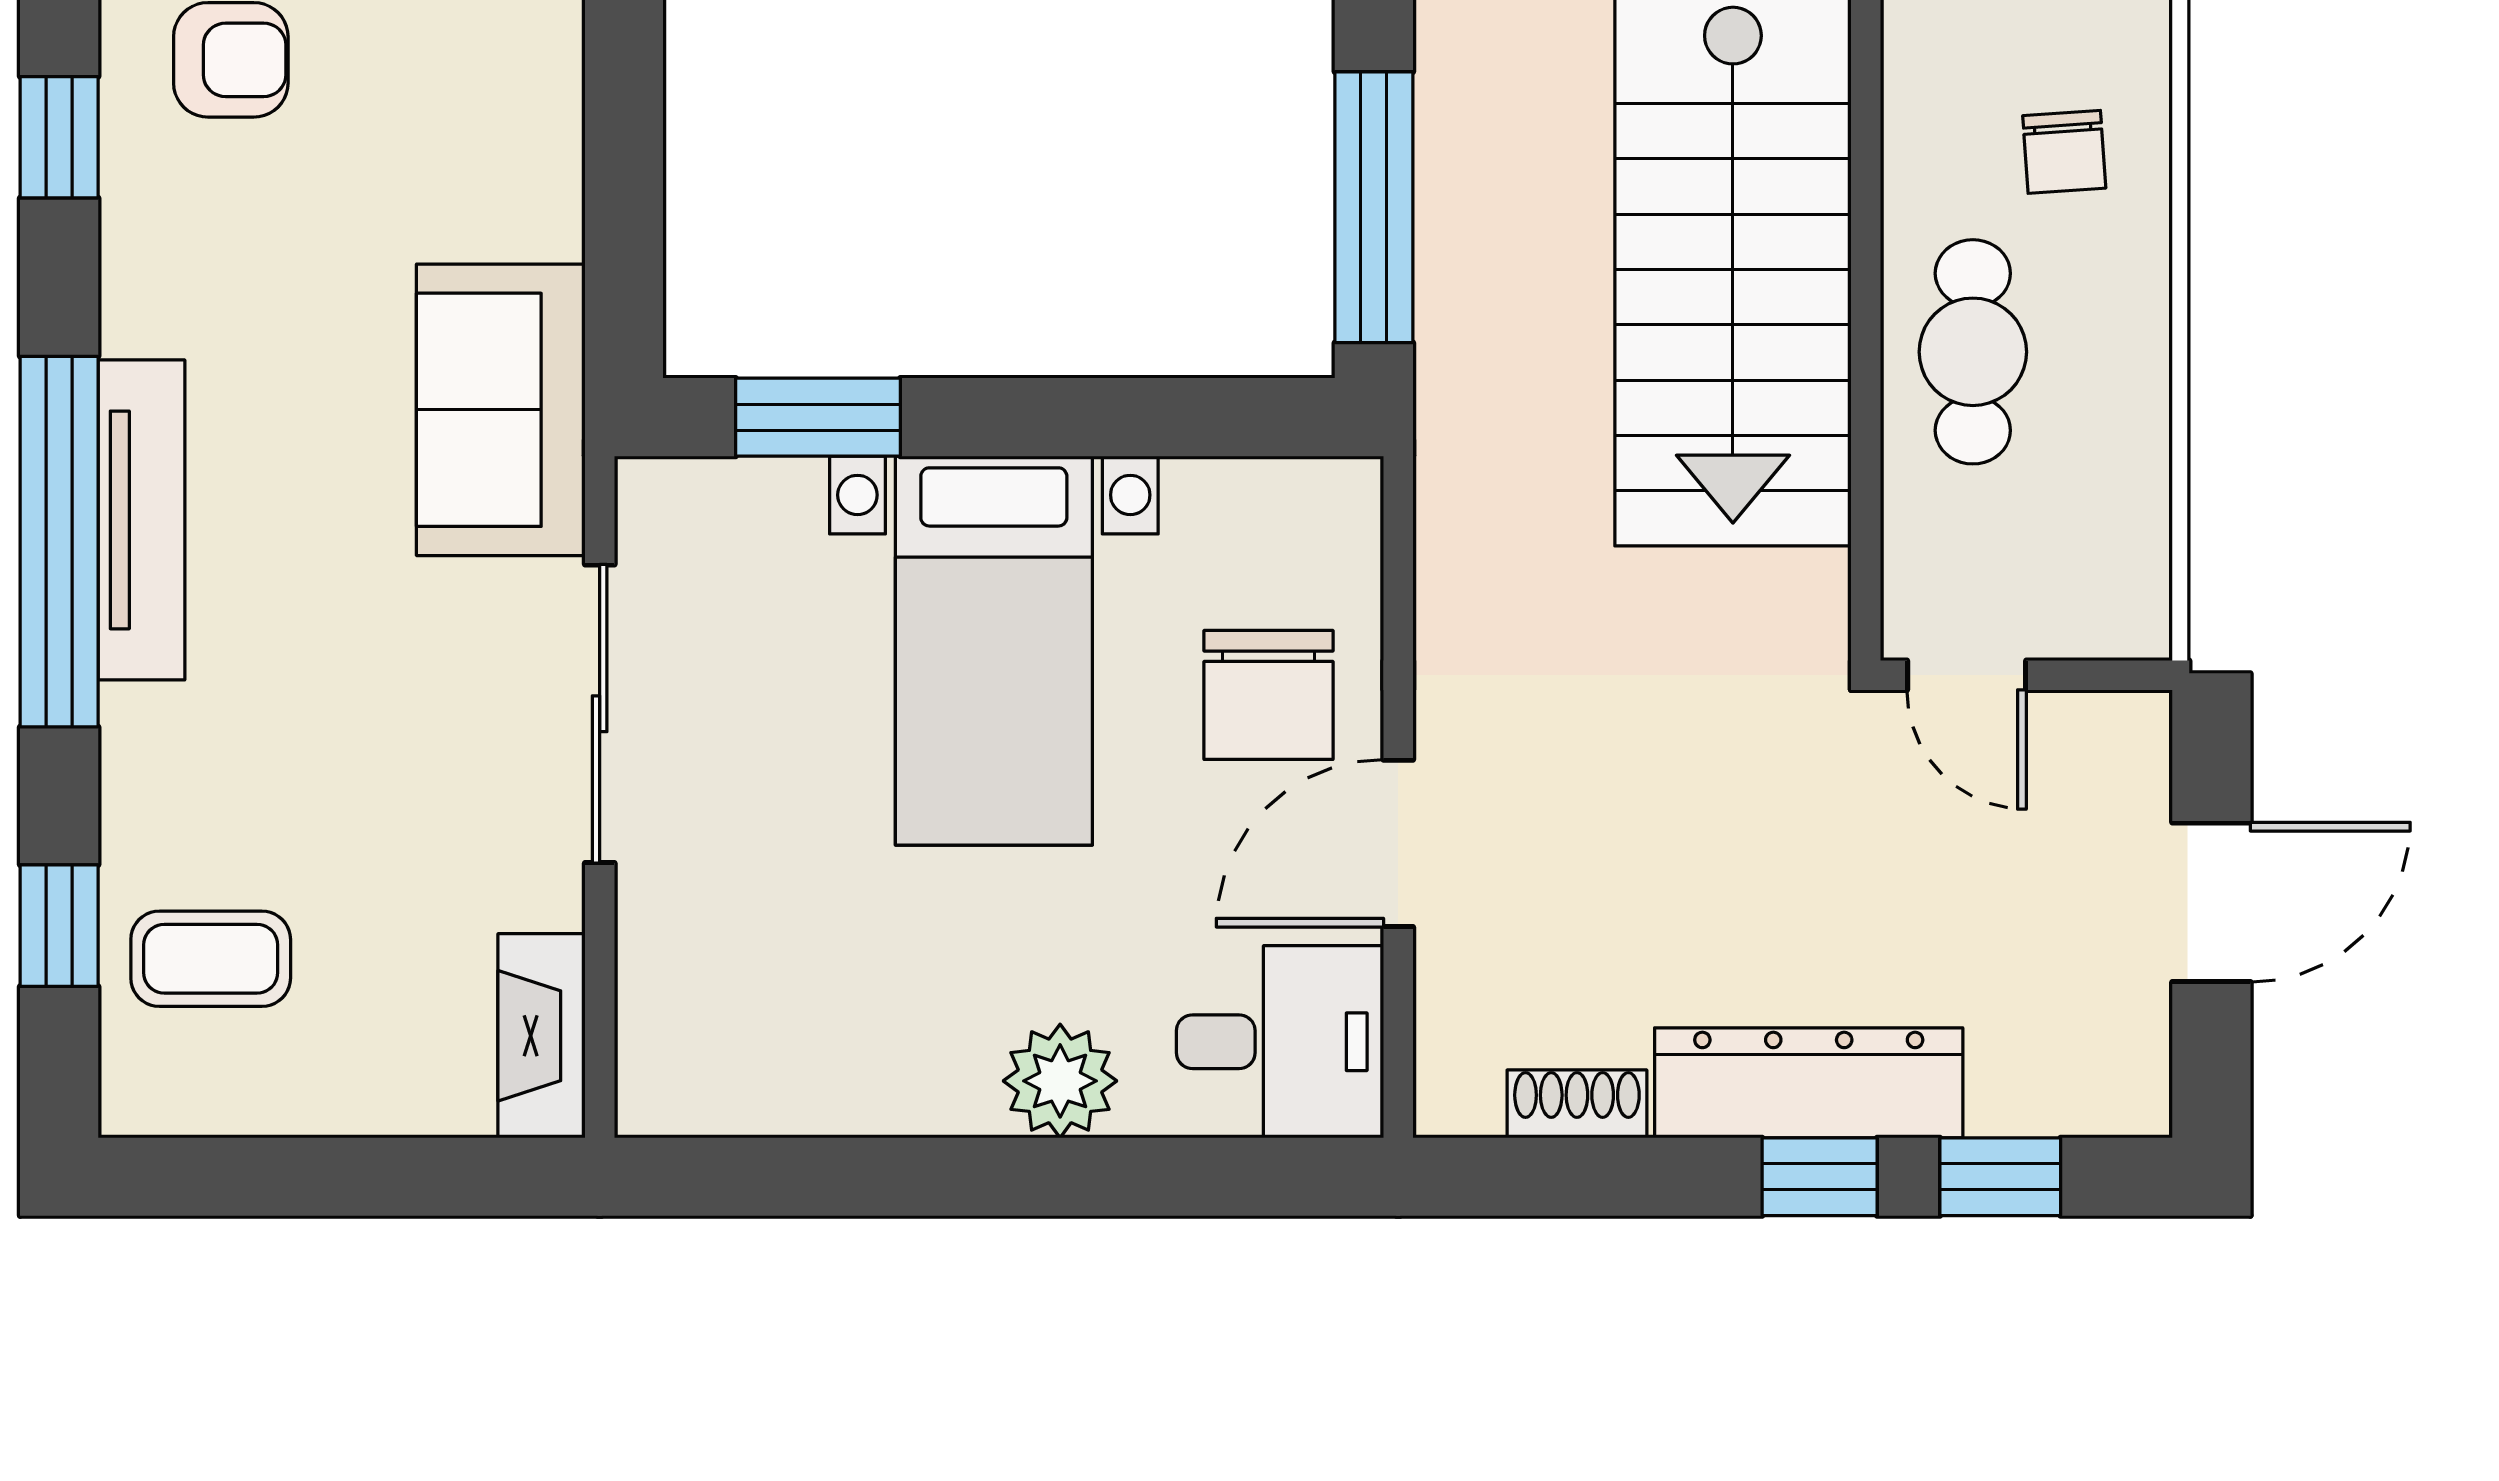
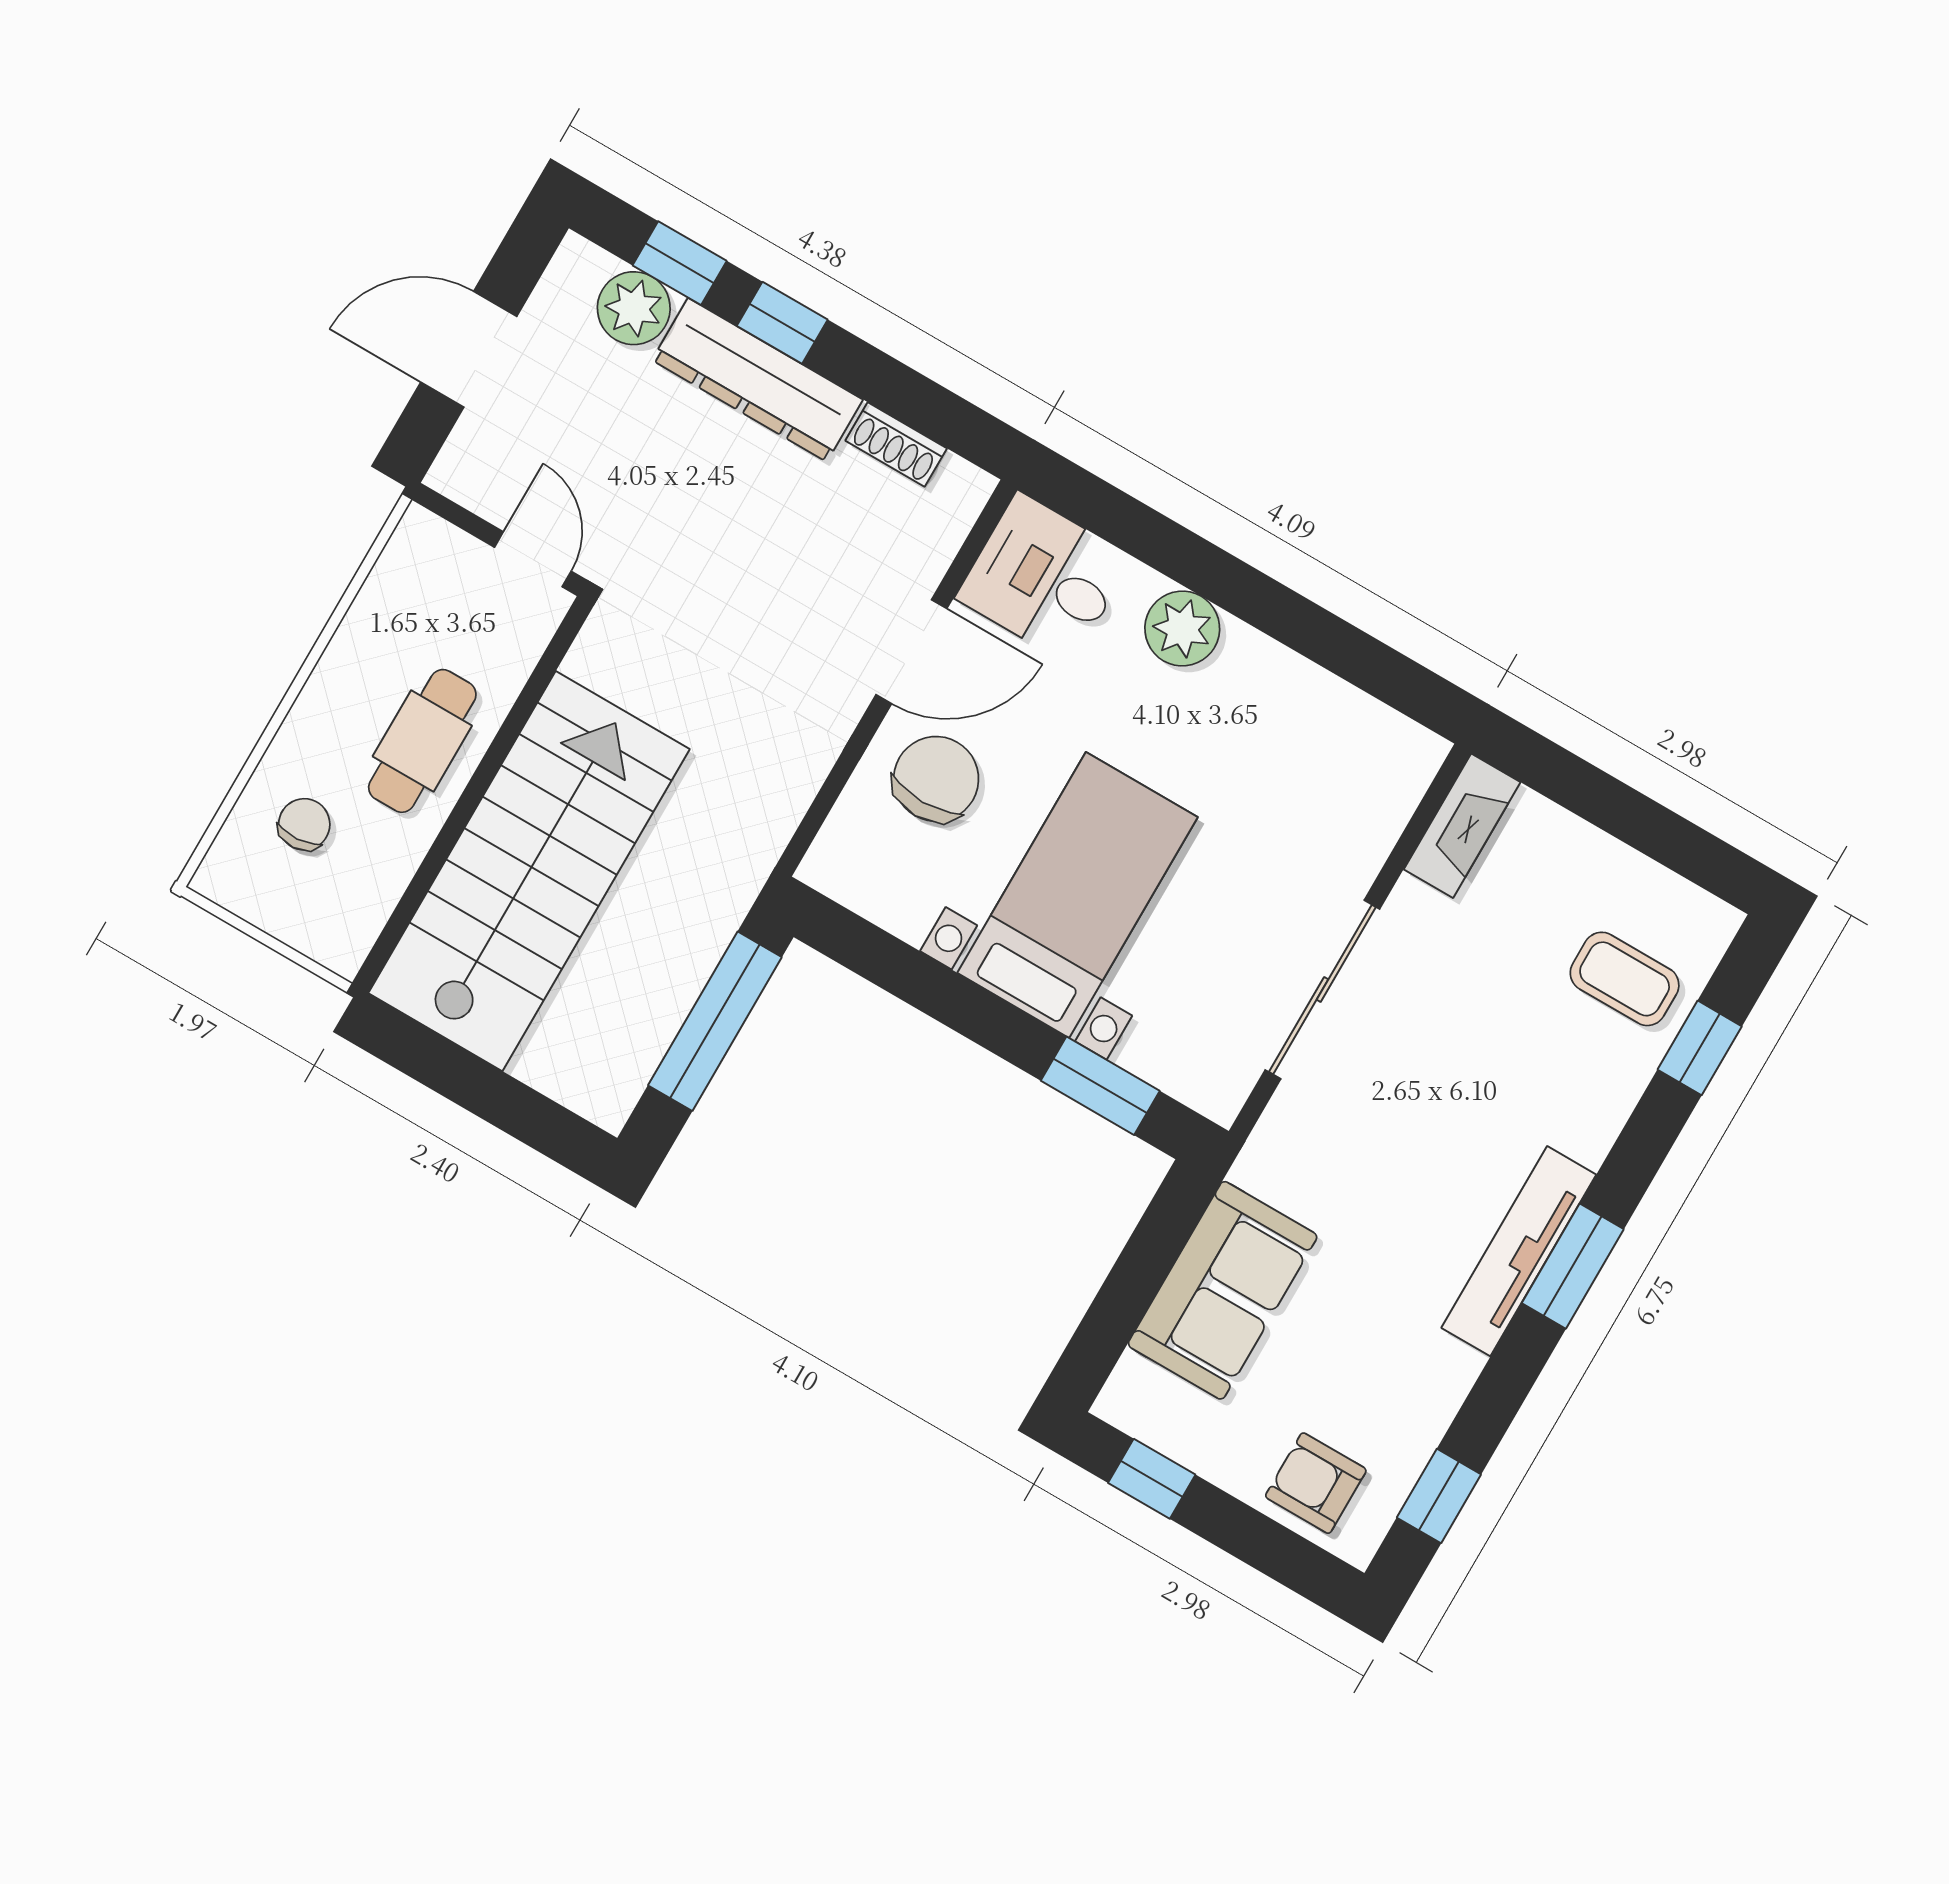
sofa: (501, 410) -> (1223, 1290), moved
window: (59, 542) -> (1573, 1266), width x0.47
plant: (2026, 1082) -> (634, 308), added

